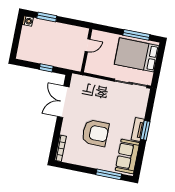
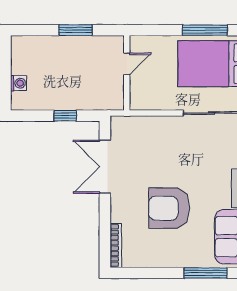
window: (47, 17) -> (76, 30), moved
washing machine: (28, 21) -> (19, 83), moved
armchair: (95, 133) -> (169, 208), turned 180

